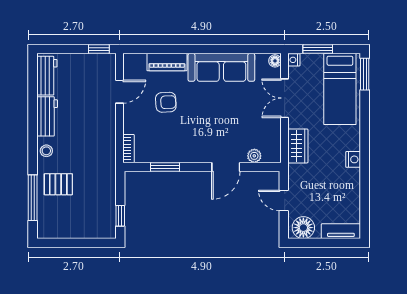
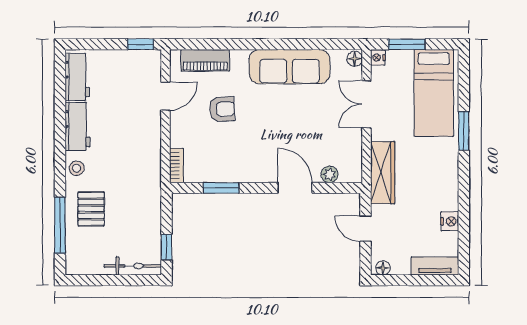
piano: (167, 62) -> (205, 60), moved
window: (365, 74) -> (464, 131), moved
wardrobe: (298, 146) -> (383, 173), width x1.50
nightstand: (353, 159) -> (450, 221), moved
door: (226, 167) -> (295, 188), swing flipped
pallet: (58, 184) -> (91, 209), turned 90
floor lamp: (303, 228) -> (383, 268), width x0.53, depth x0.53
bicycle: (92, 231) -> (133, 266), added

